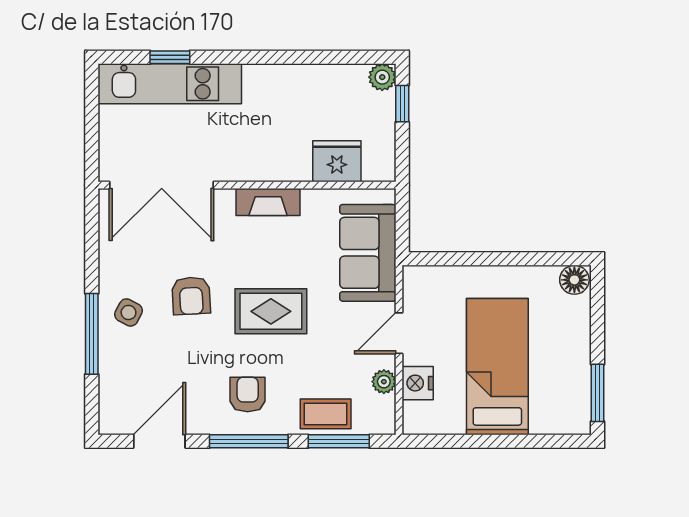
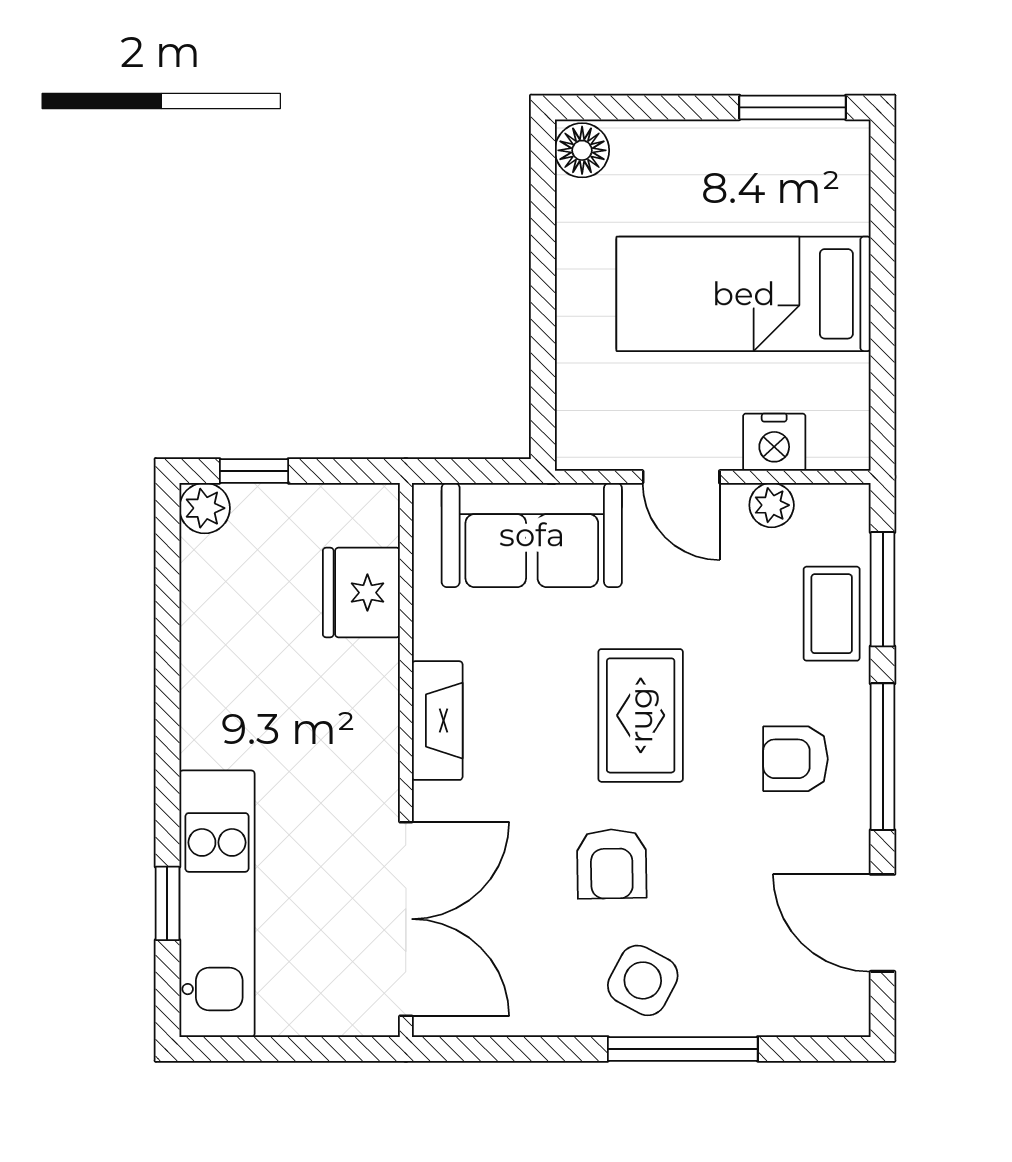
armchair: (191, 296) -> (612, 864), turned 92
side table: (129, 312) -> (643, 980), width x1.37, depth x1.37

